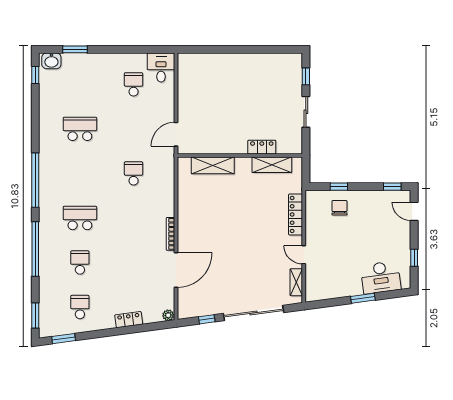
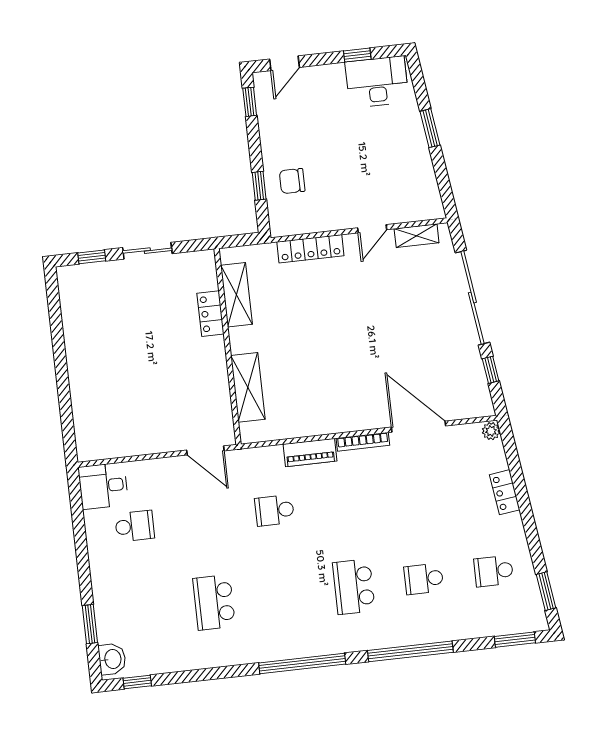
school desk: (134, 84) -> (135, 526), turned 180
piano: (167, 200) -> (310, 453), added
desk: (381, 277) -> (377, 82), moved, turned -82

